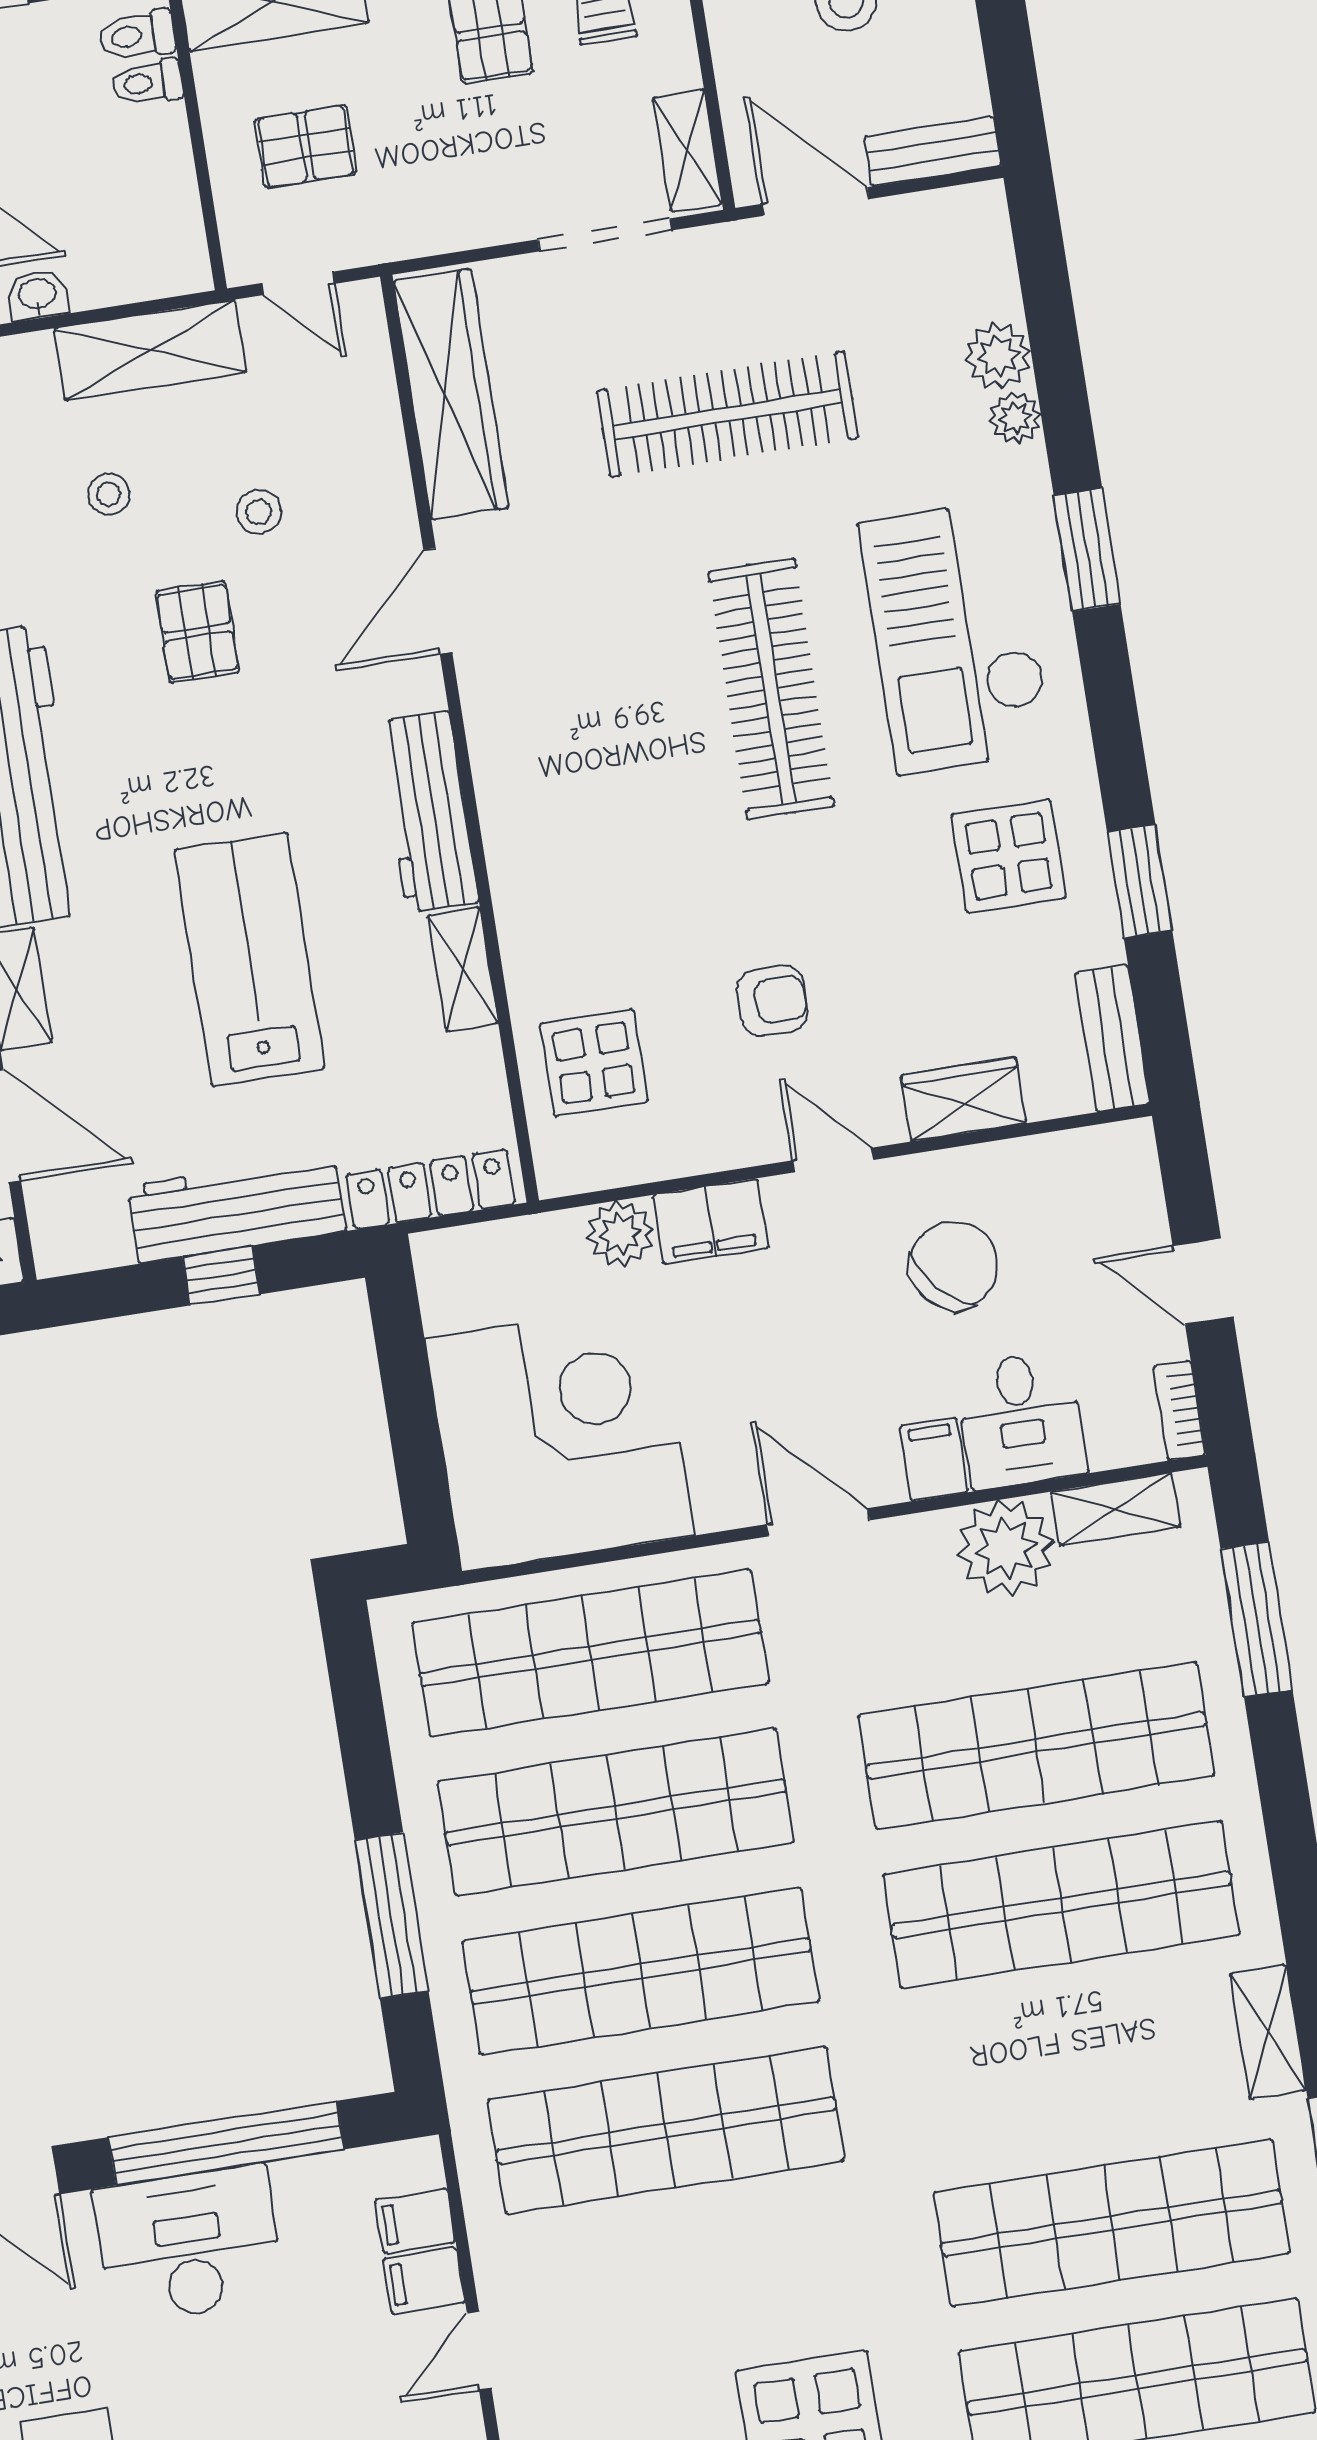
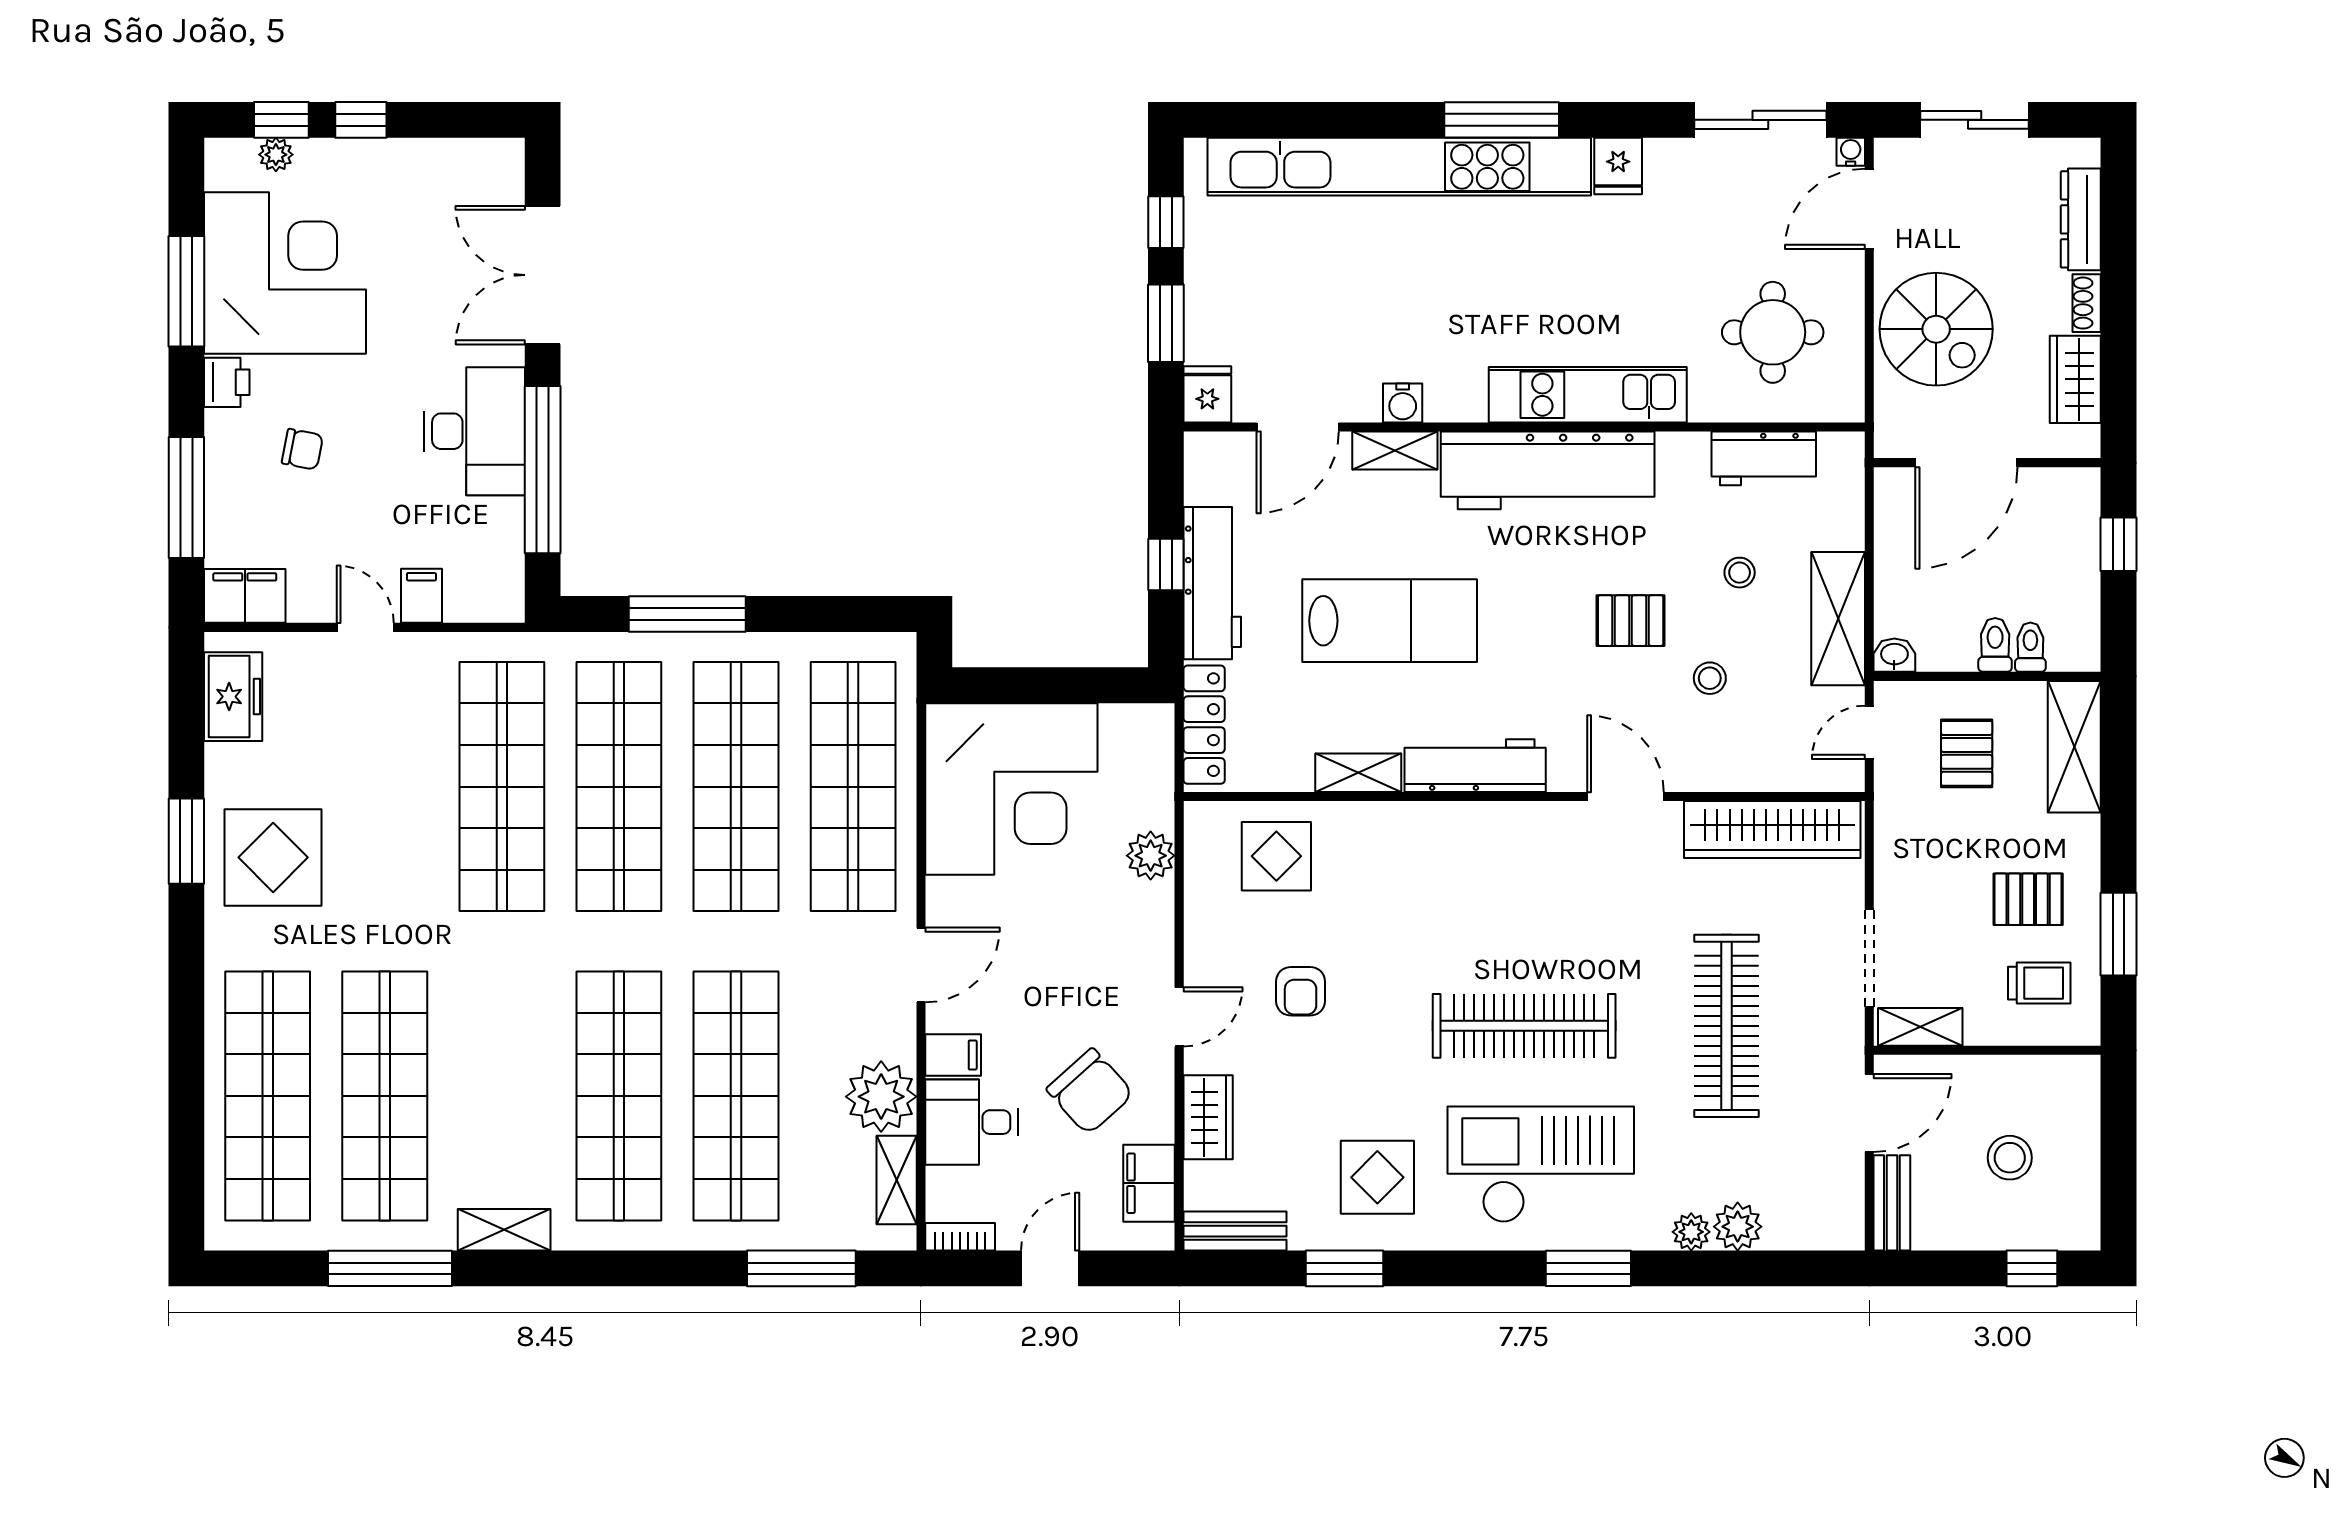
toilet: (137, 35) -> (1995, 645), moved
washbasin: (37, 295) -> (1894, 655), moved, turned -90
filing cabinet: (711, 1222) -> (1149, 1183), moved
filing cabinet: (415, 2221) -> (465, 596), removed

